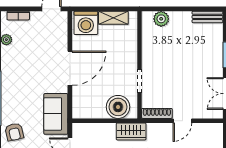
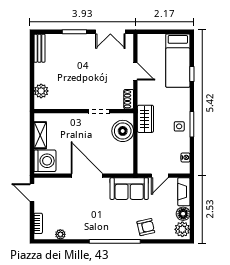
shoe rack: (157, 113) -> (129, 99), width x0.70

